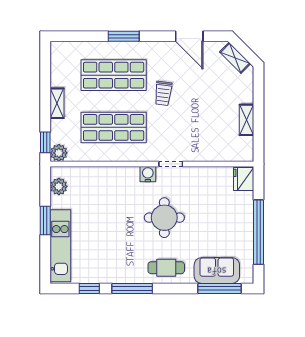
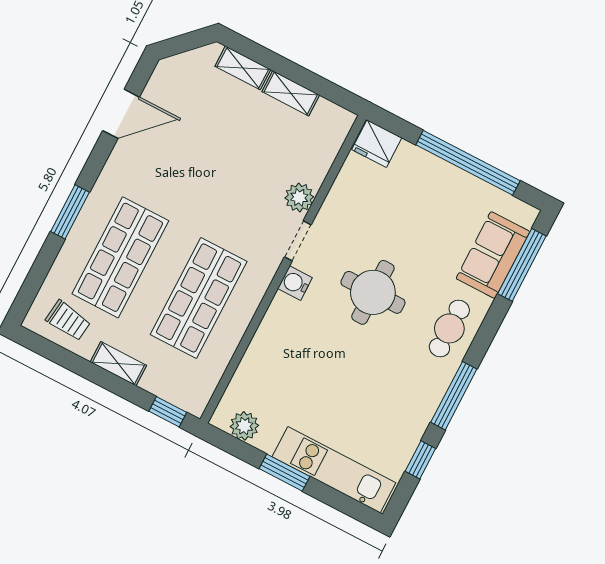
shelving: (235, 58) -> (243, 68), moved, turned 45
trolley: (163, 93) -> (68, 321), moved
plant: (59, 153) -> (299, 197), moved

